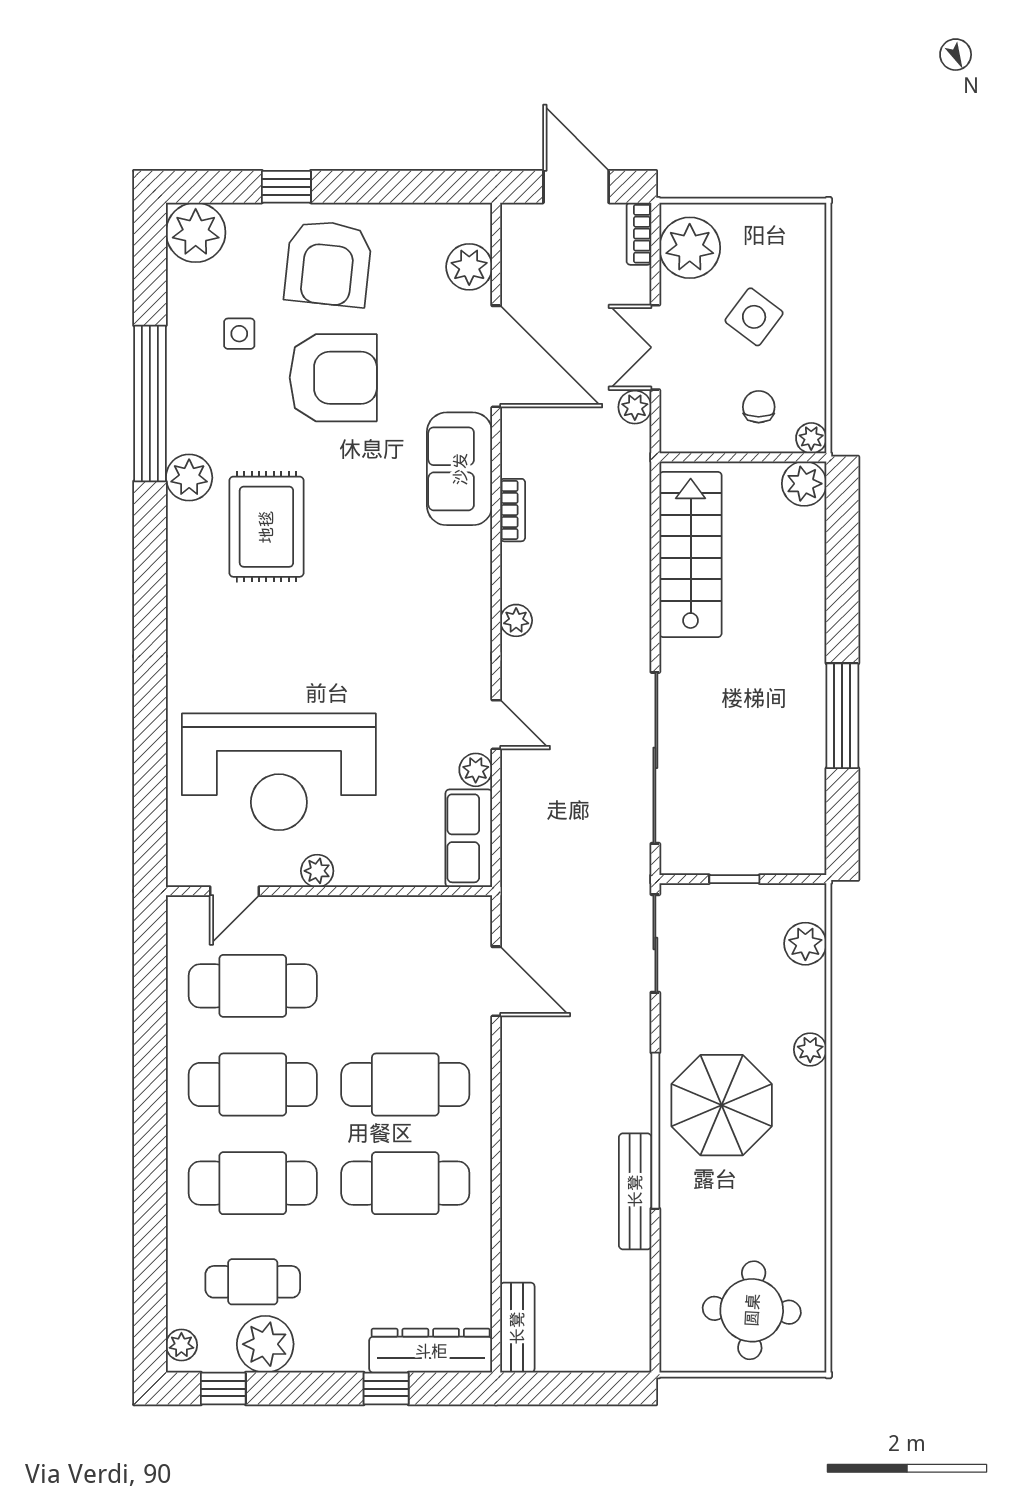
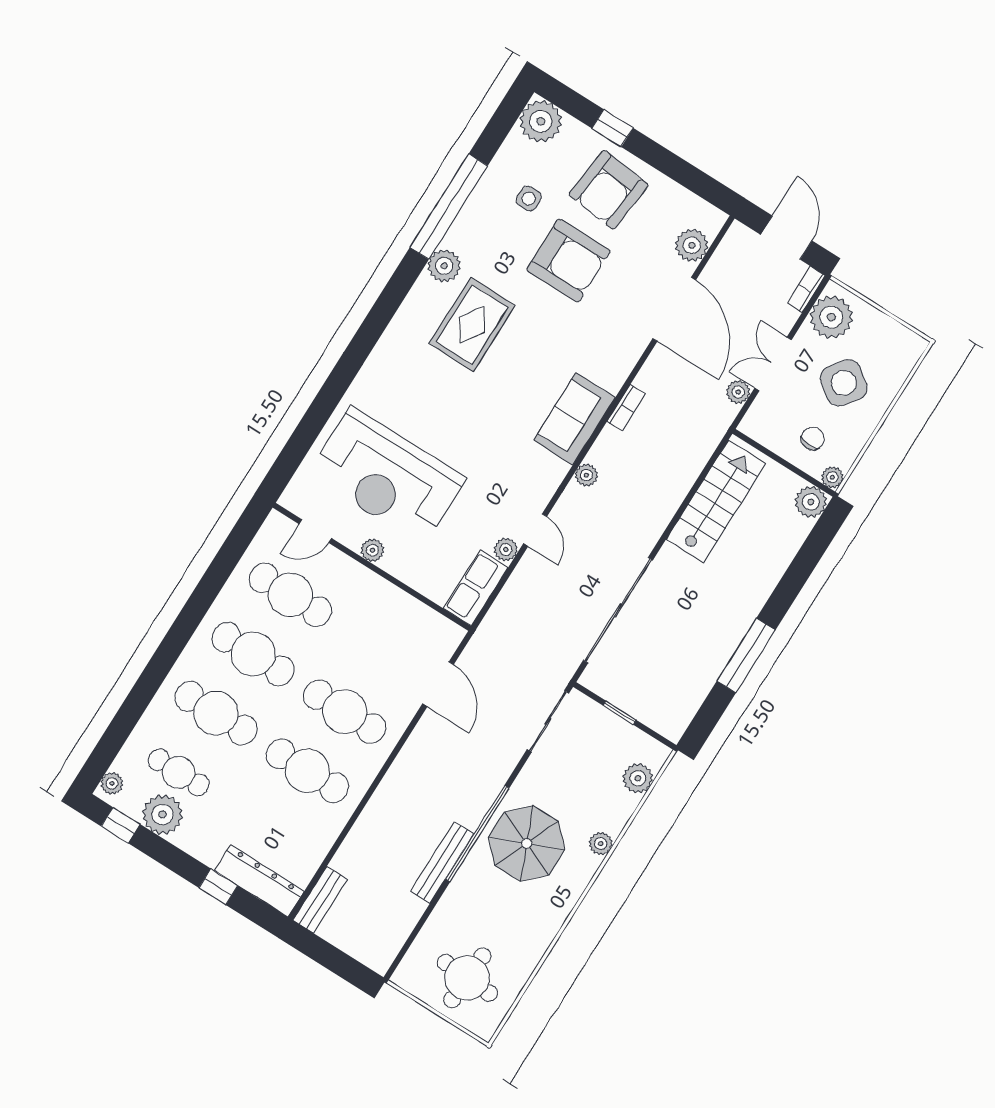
side table: (754, 317) -> (844, 383), width x1.37, depth x1.37
sofa: (460, 469) -> (574, 419), moved

